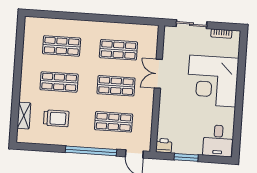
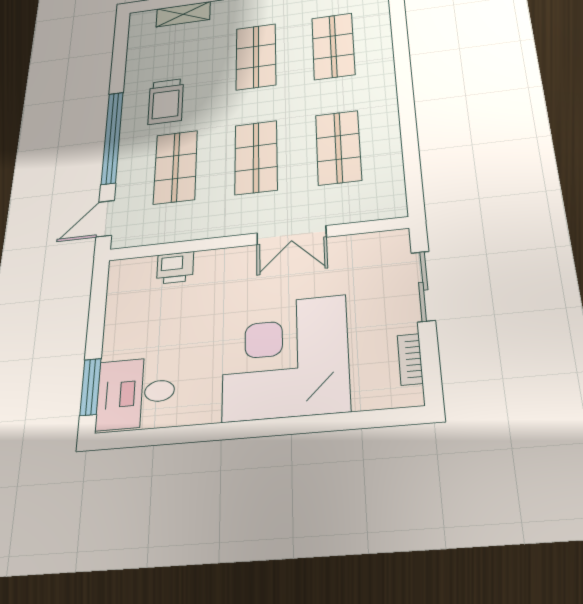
double door: (158, 74) -> (291, 235), swing flipped
trolley: (56, 118) -> (166, 101), moved
printer: (164, 146) -> (175, 268), moved, turned 90
window: (186, 157) -> (90, 387), moved

